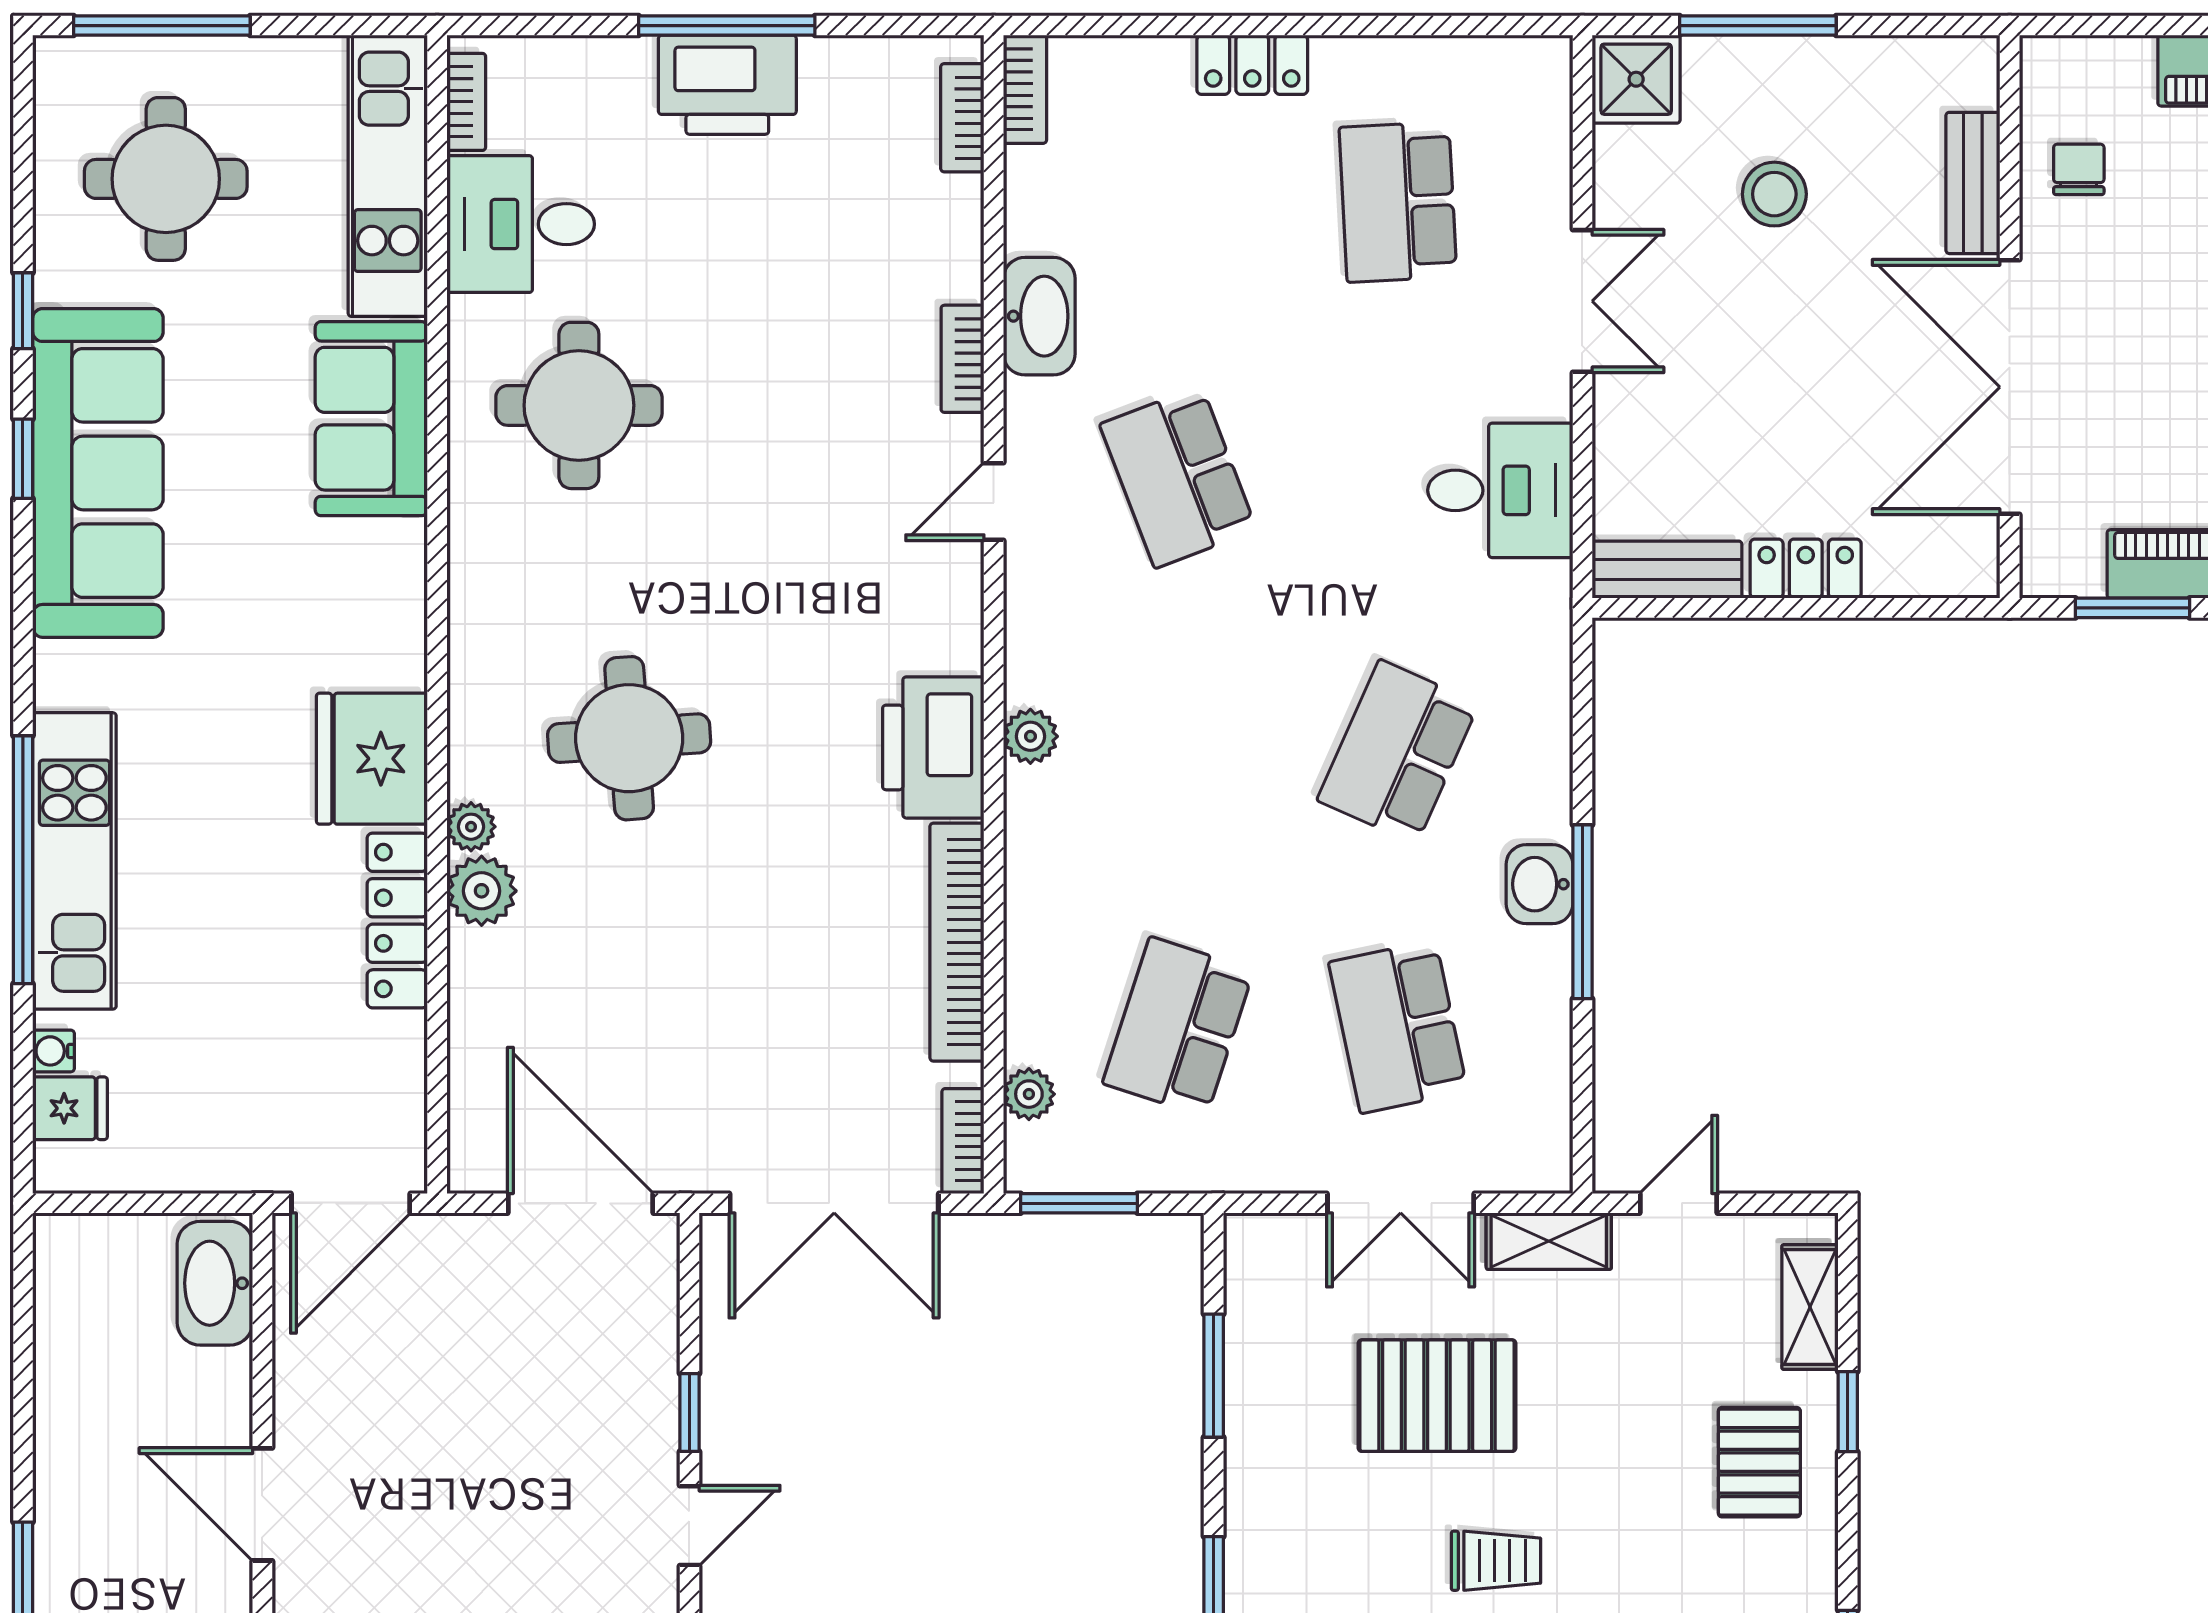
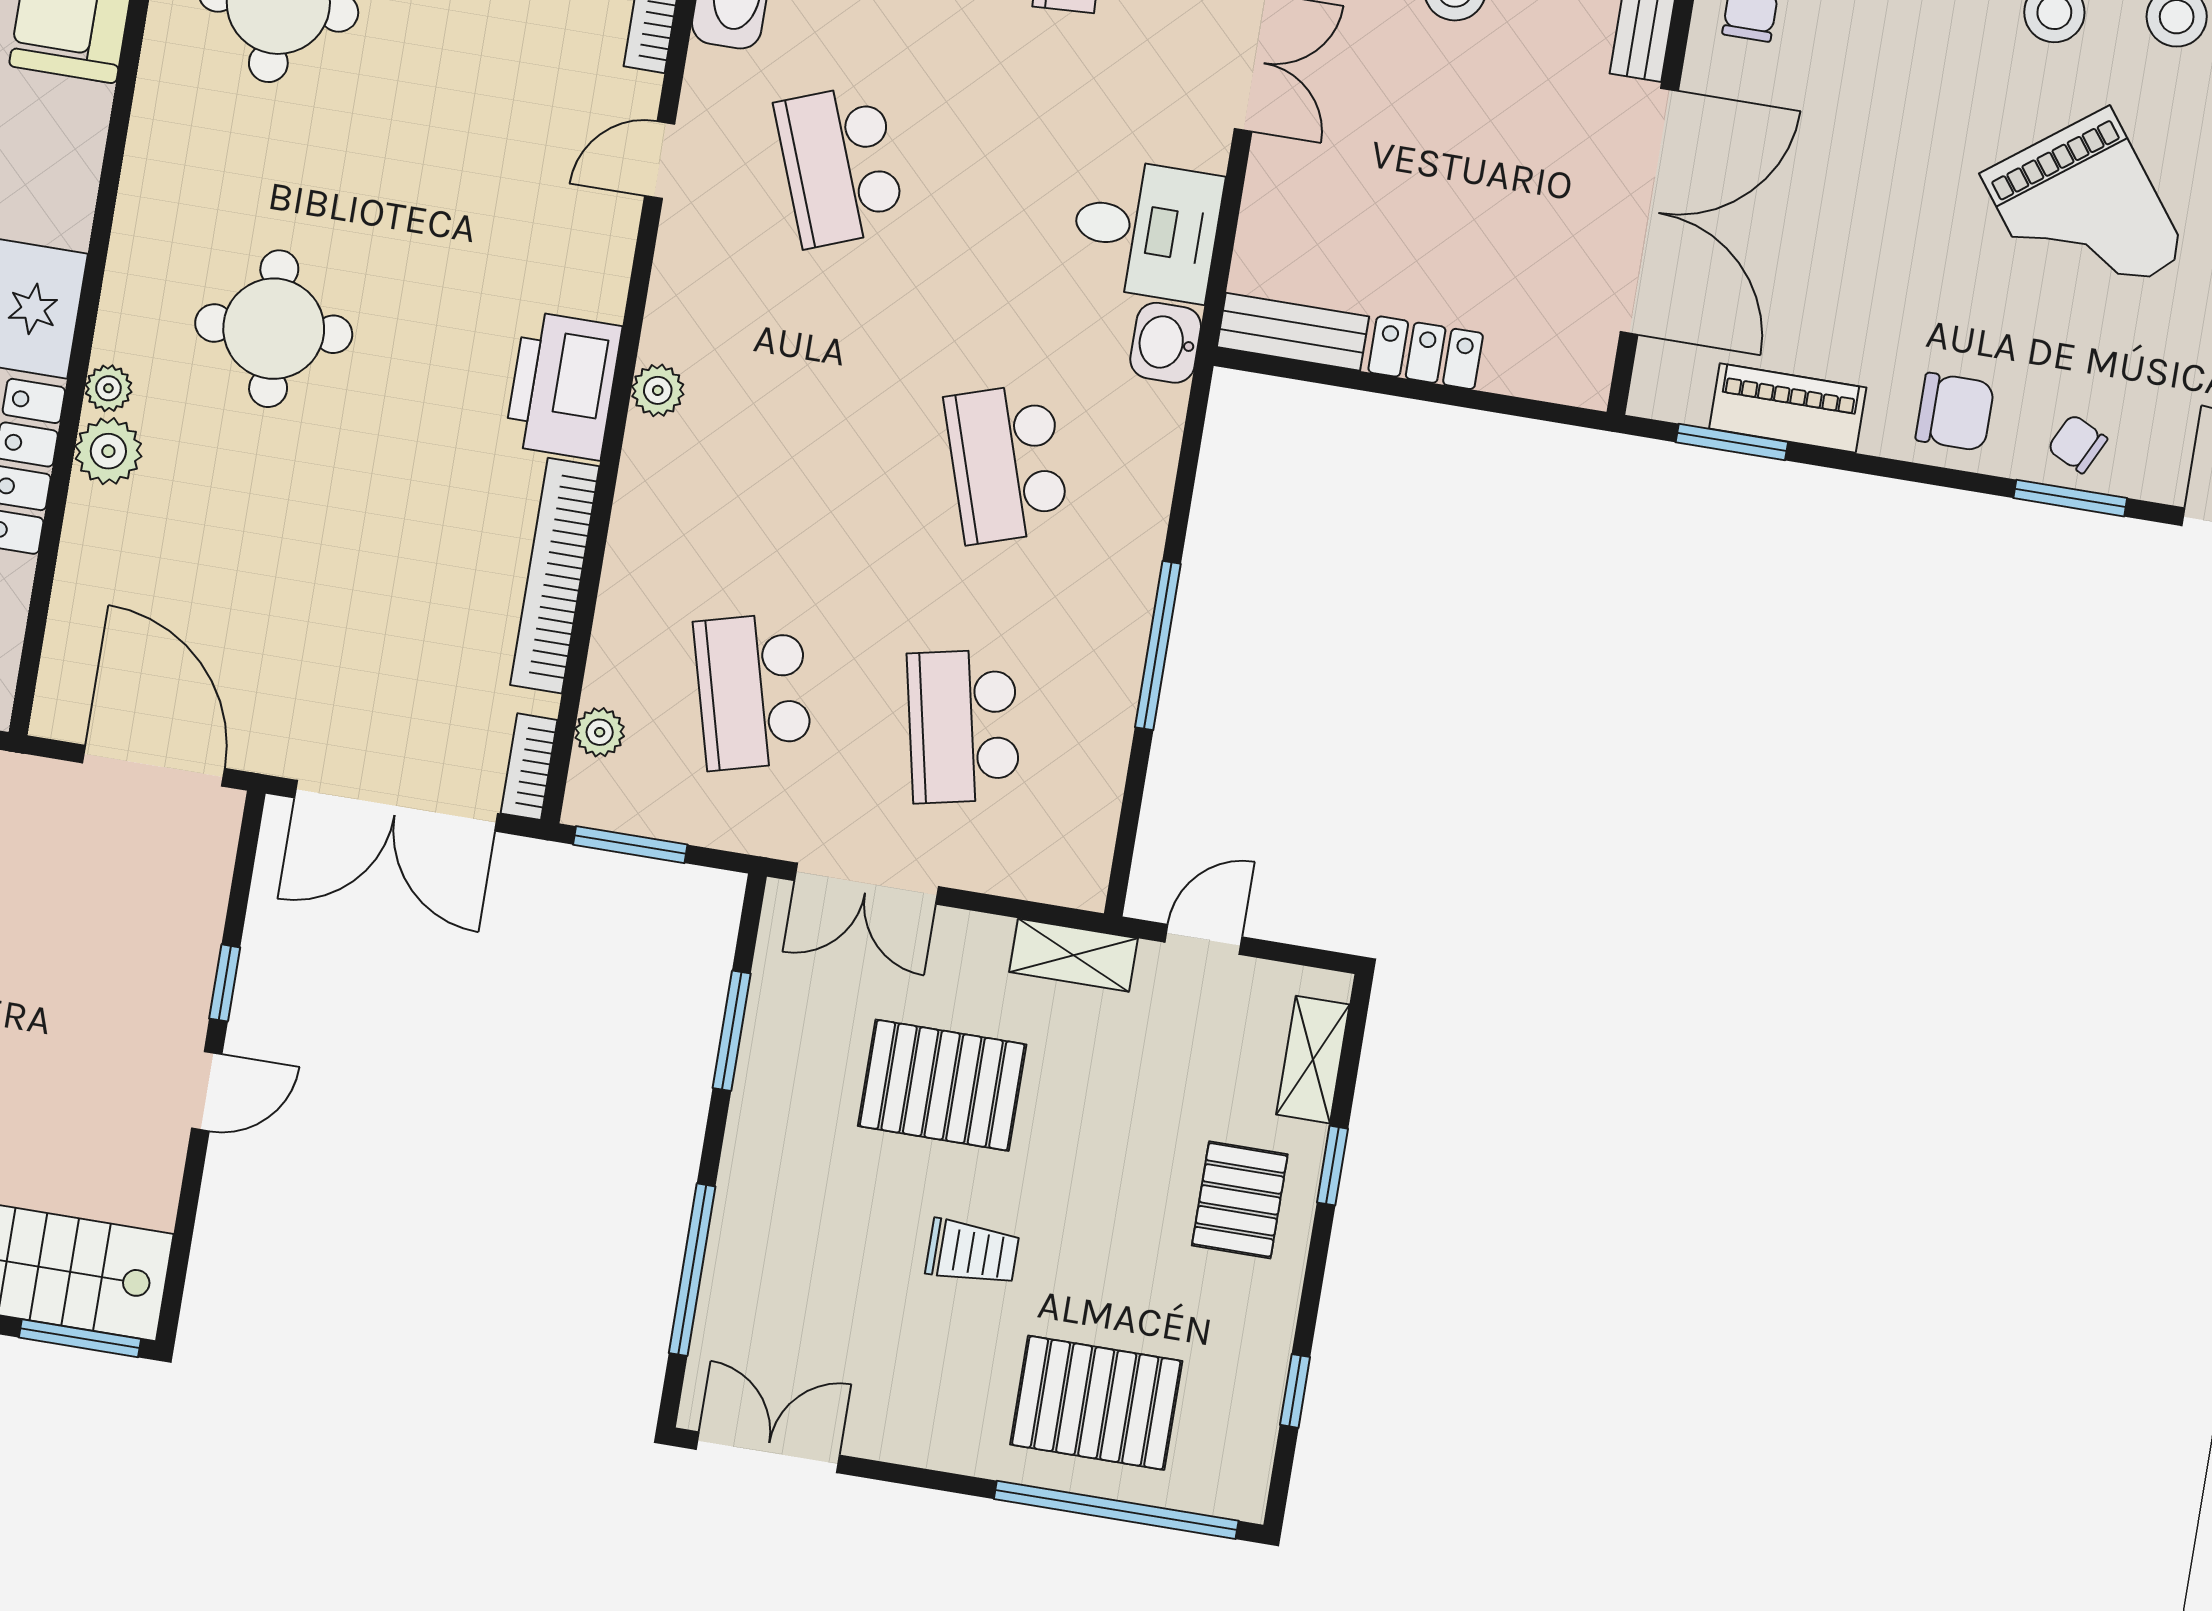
double door: (2010, 387) -> (1649, 211), swing flipped
school desk: (1398, 752) -> (1007, 463), turned -42
washbasin: (1539, 884) -> (1166, 343), moved
school desk: (1178, 1027) -> (753, 691), turned -33
double door: (1401, 1203) -> (866, 884), moved

